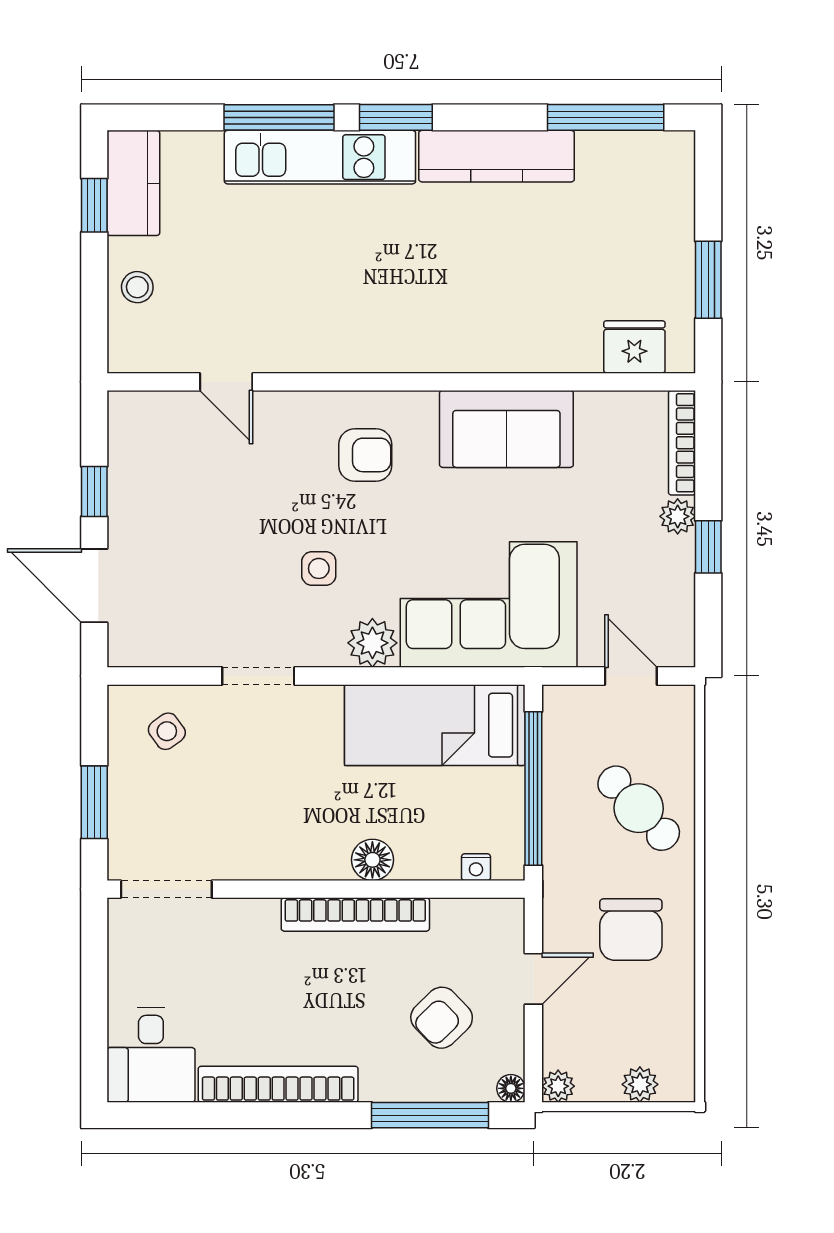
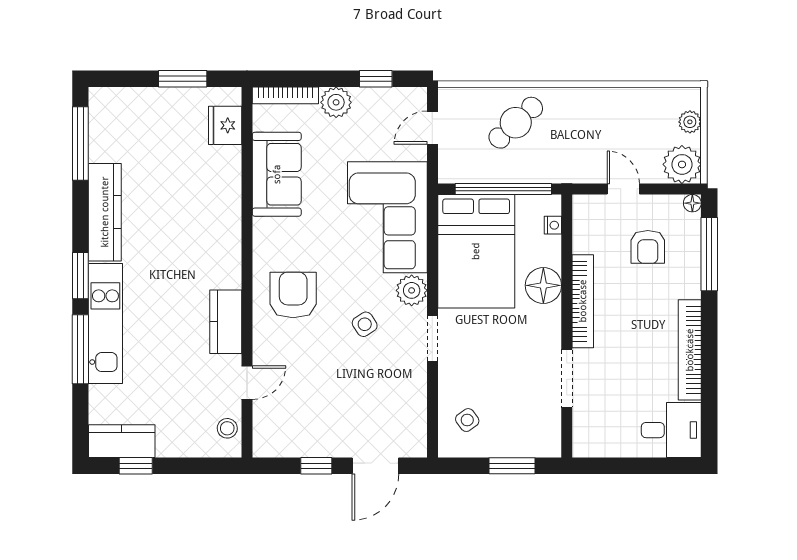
stool: (137, 287) -> (227, 428), moved
kitchen counter: (323, 348) -> (226, 322), added
sofa: (506, 429) -> (277, 174), moved
armchair: (365, 455) -> (293, 295), width x1.38, depth x1.38
plant: (678, 516) -> (336, 102), width x1.38, depth x1.38
window: (708, 547) -> (376, 79), moved
side table: (319, 568) -> (365, 324), turned -33
doorway: (258, 676) -> (432, 338), moved
bed: (435, 725) -> (476, 251), width x1.50
floor lamp: (372, 860) -> (543, 285), width x1.38, depth x1.38
doorway: (166, 889) -> (567, 378), moved
chair: (631, 930) -> (592, 128), removed
armchair: (442, 1018) -> (648, 247), turned 44
plant: (558, 1086) -> (682, 164), width x1.88, depth x1.88

